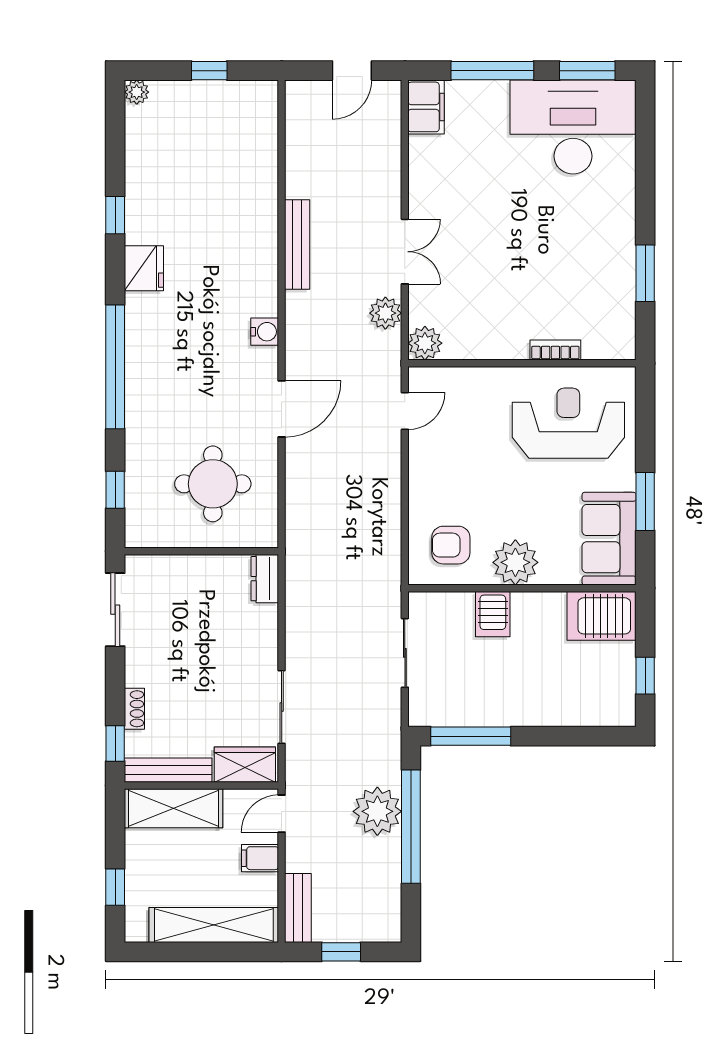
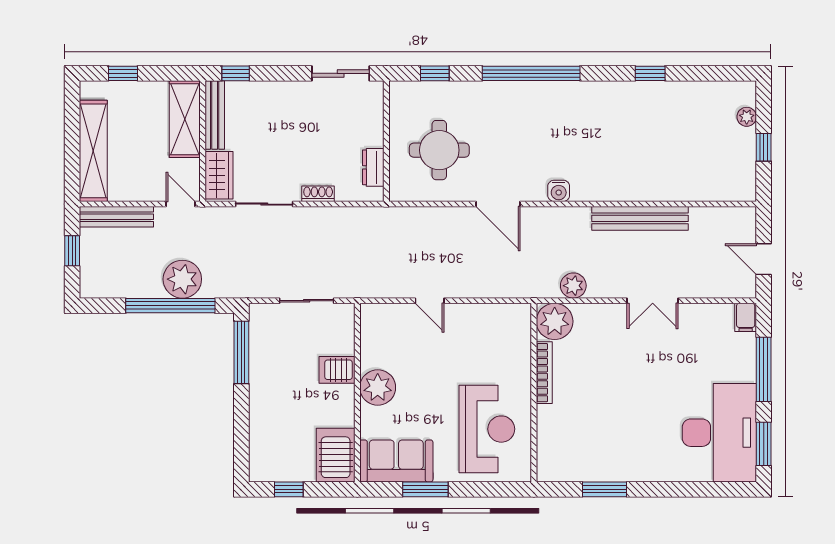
plant: (137, 92) -> (747, 117), moved
filing cabinet: (426, 107) -> (746, 317), width x0.50
bench: (297, 244) -> (640, 218), width x1.37, depth x1.21
double door: (405, 252) -> (653, 301), moved
fridge: (144, 268) -> (608, 96), removed
plant: (425, 343) -> (555, 321), width x1.36, depth x1.36
bookcase: (555, 350) -> (544, 373), moved, width x1.56
door: (405, 411) -> (430, 301), moved
armchair: (451, 545) -> (391, 337), removed
dresser: (265, 579) -> (373, 167), moved, turned -90
shoe rack: (134, 709) -> (318, 194), moved, turned 180
filing cabinet: (260, 858) -> (146, 187), removed
bench: (298, 908) -> (116, 217), width x1.36

